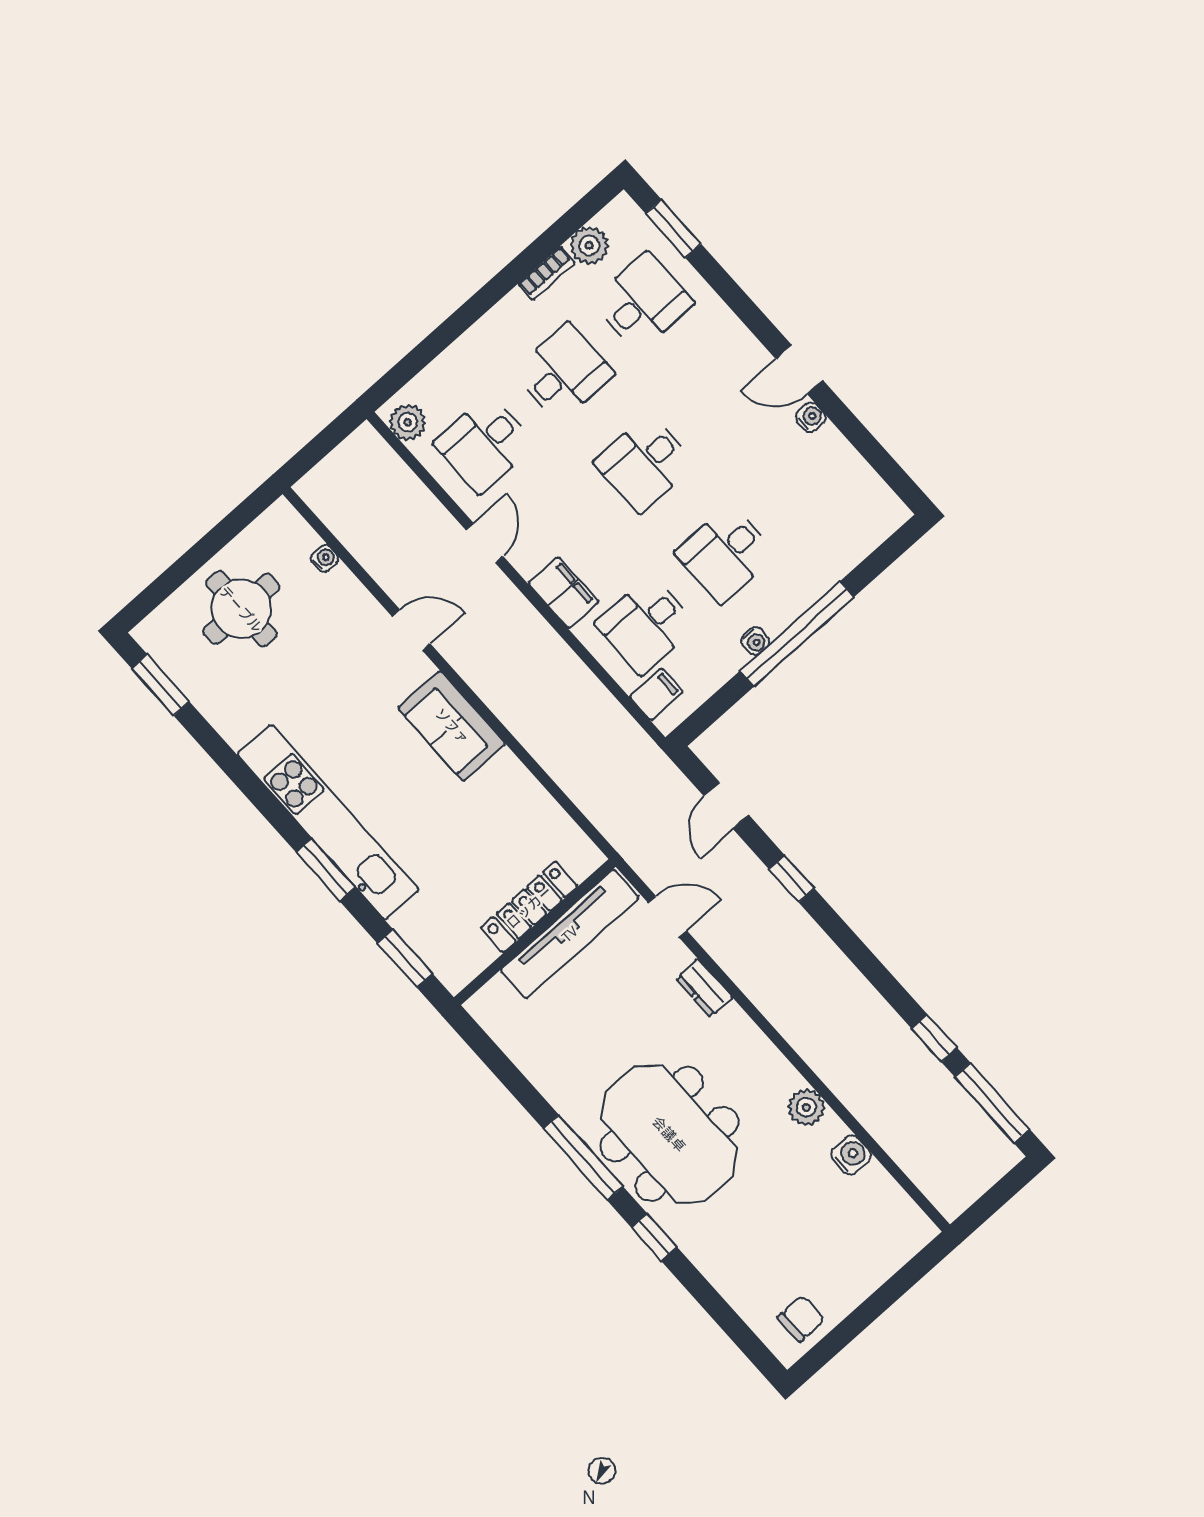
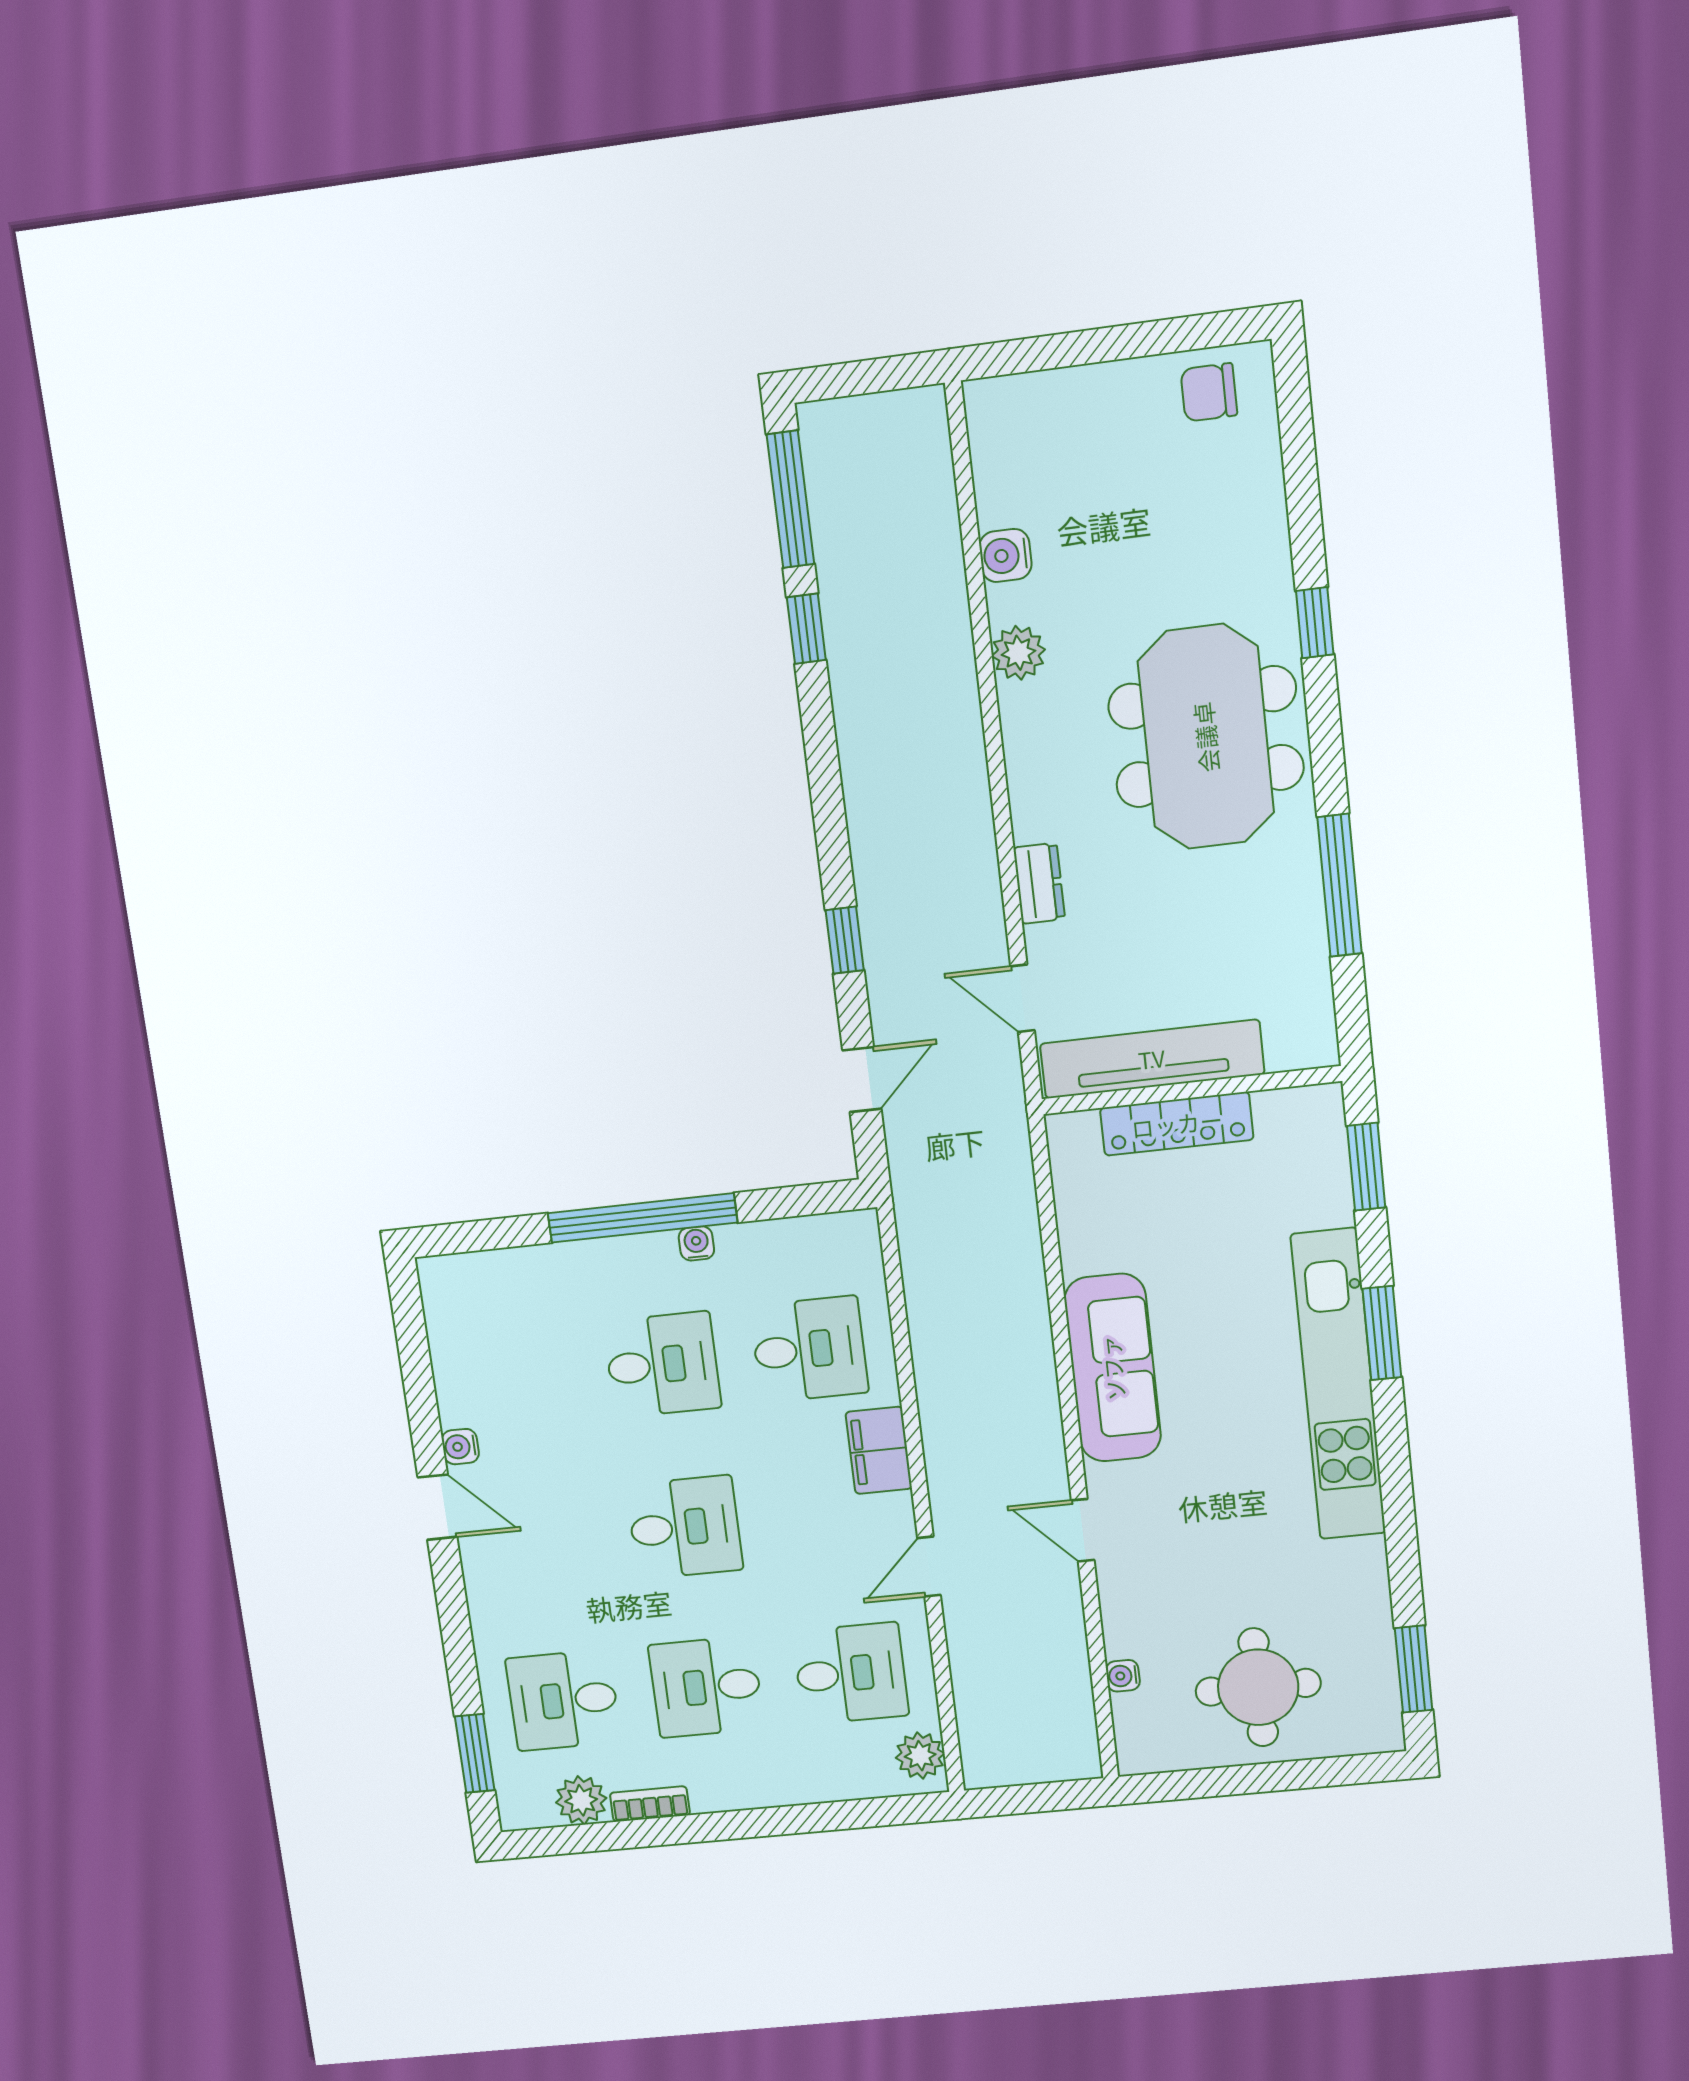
filing cabinet: (656, 694) -> (853, 1263), removed
sofa: (452, 726) -> (1113, 1368), width x1.36
window: (583, 1158) -> (1340, 885), moved

